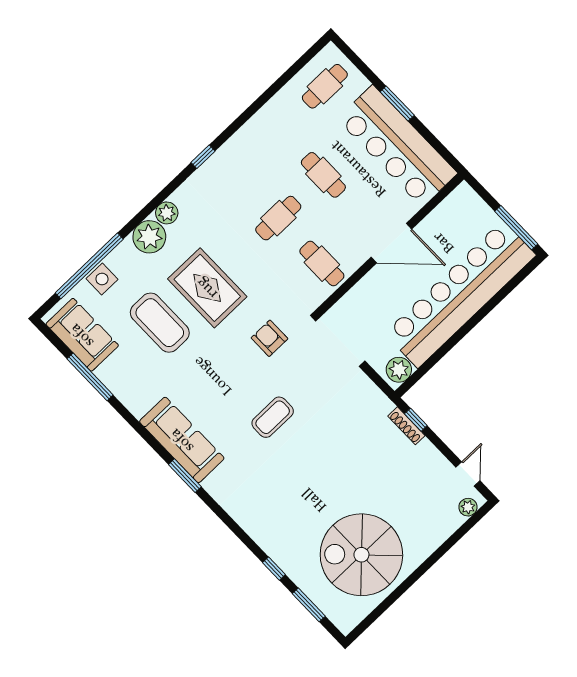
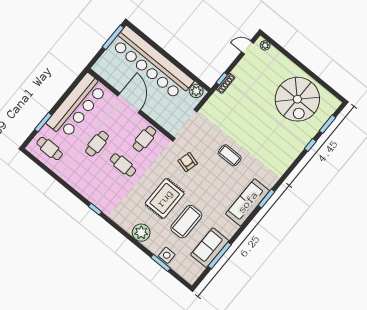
window: (397, 103) -> (43, 122), moved
plant: (167, 213) -> (127, 225), removed
window: (89, 266) -> (161, 263), width x0.47
sofa: (82, 335) -> (210, 248), moved
armchair: (269, 338) -> (188, 162), turned 105

